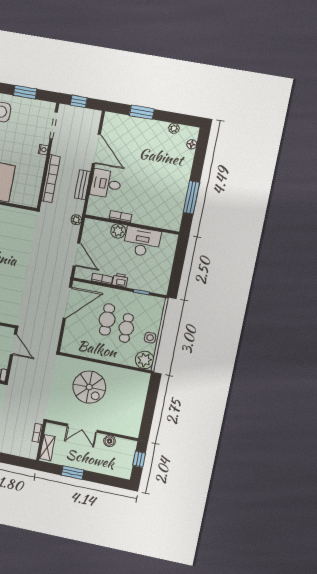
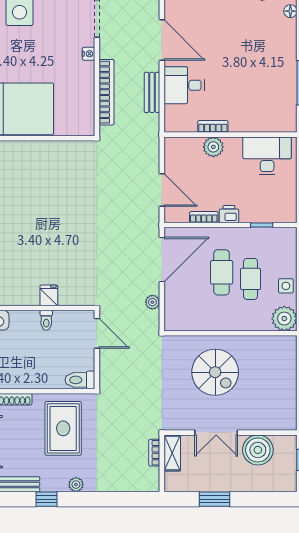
plant: (76, 220) -> (152, 302), moved
desk: (142, 242) -> (267, 156), moved
boiler: (109, 441) -> (258, 450), width x1.86, depth x1.86
shelving: (47, 448) -> (172, 453), moved

